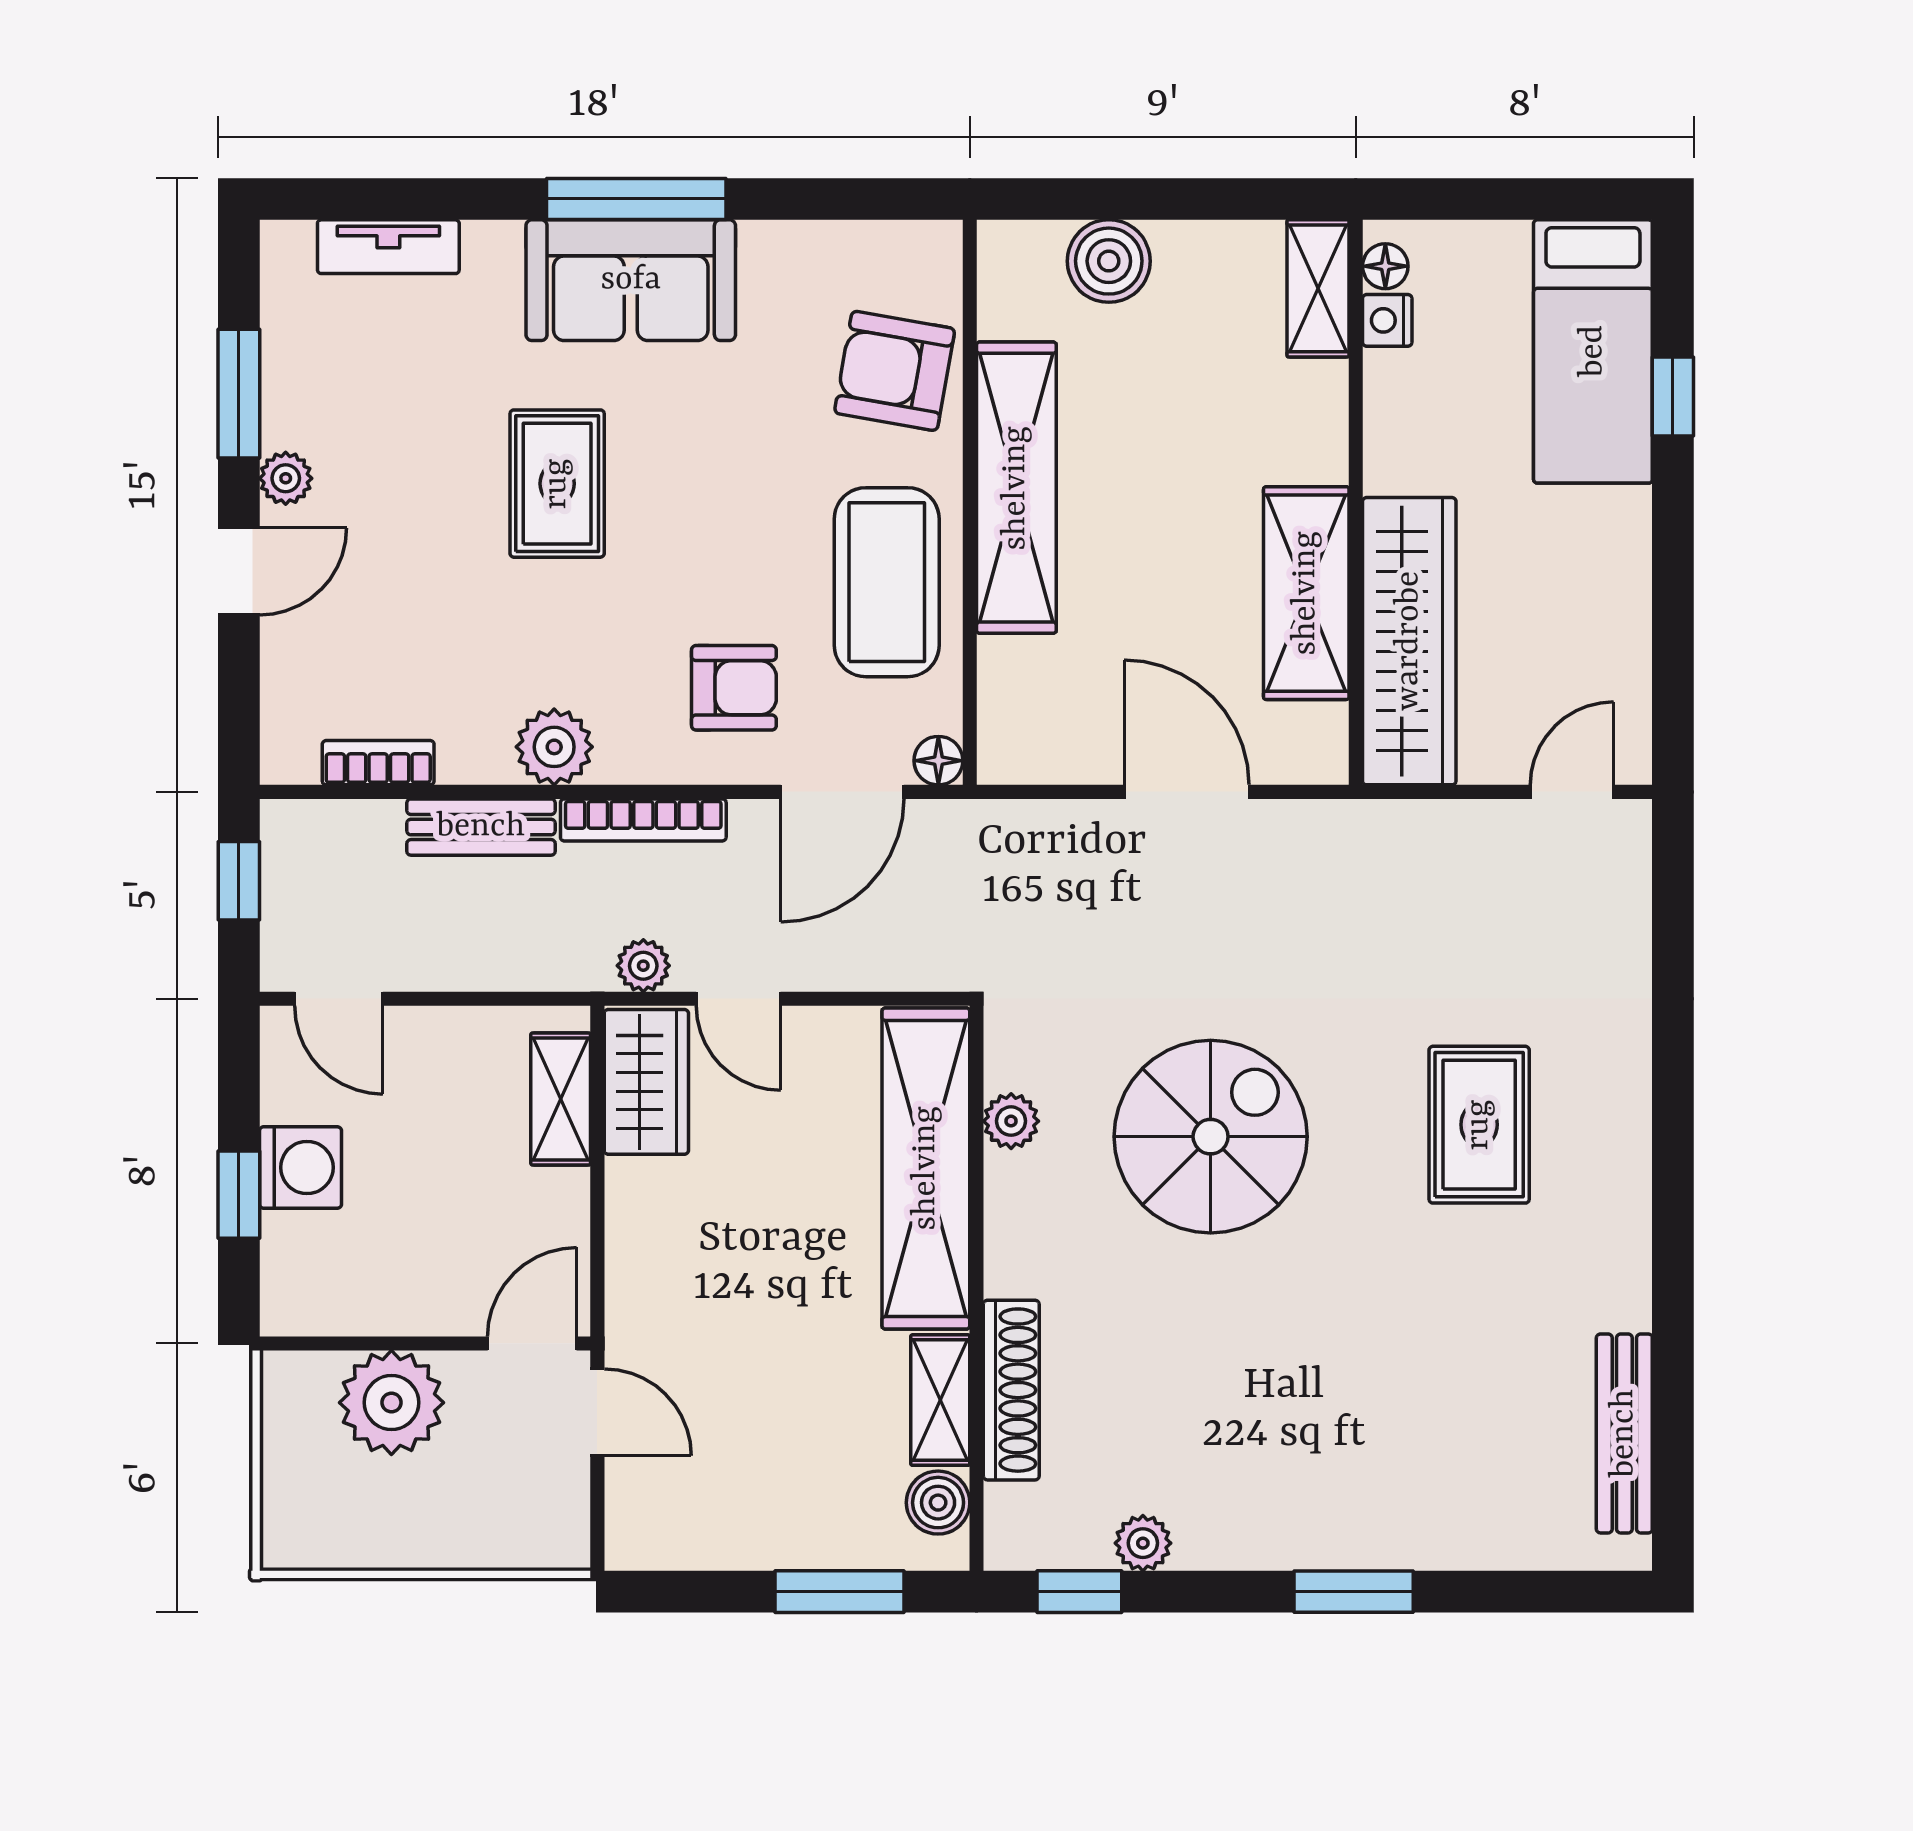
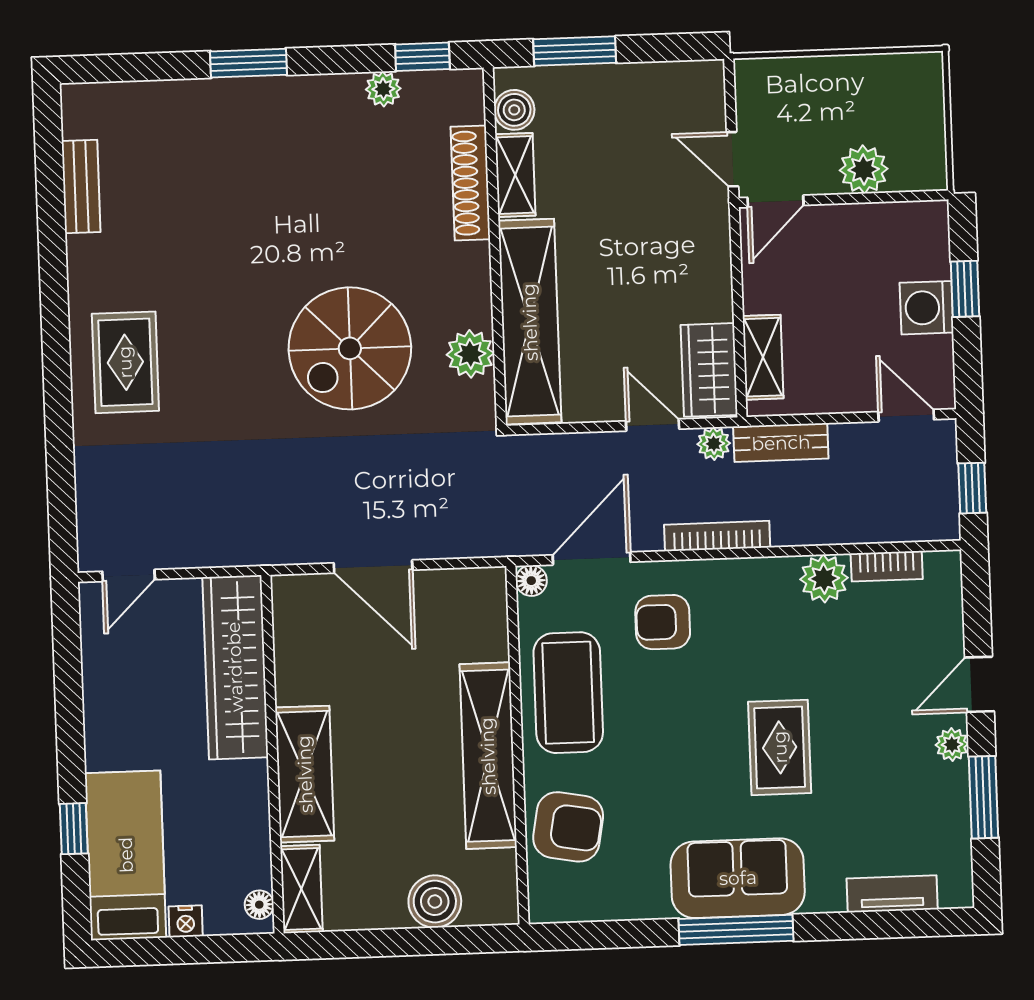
nightstand: (1387, 320) -> (186, 921), moved, turned 90
shelving: (1306, 593) -> (305, 774), moved
plant: (554, 747) -> (824, 579), moved
bench: (481, 827) -> (781, 443), moved
plant: (1011, 1121) -> (470, 354), width x1.38, depth x1.38
rug: (1479, 1125) -> (125, 362), moved
plant: (391, 1403) -> (864, 169), width x0.73, depth x0.73
bench: (1624, 1433) -> (81, 187), width x0.73

